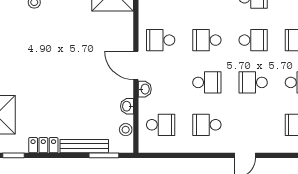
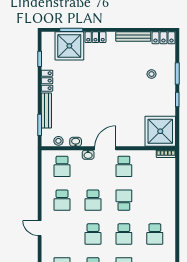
school desk: (161, 40) -> (124, 166), turned 180
school desk: (253, 82) -> (93, 234), turned 180
school desk: (207, 125) -> (62, 200), turned 180

